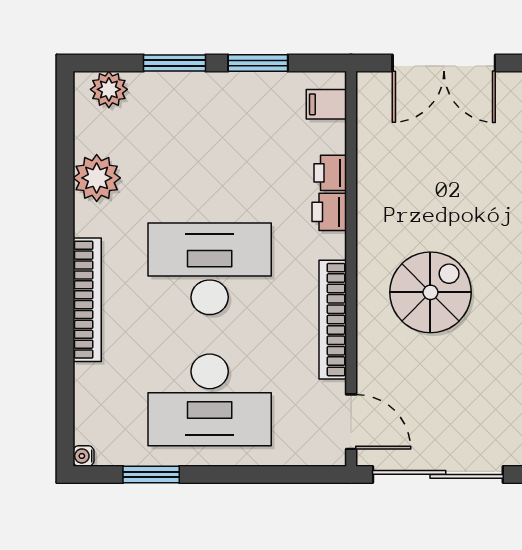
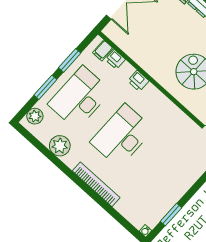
printer: (330, 173) -> (115, 59), moved
bookcase: (333, 320) -> (174, 111), removed
desk: (210, 400) -> (80, 98), moved, turned 180

